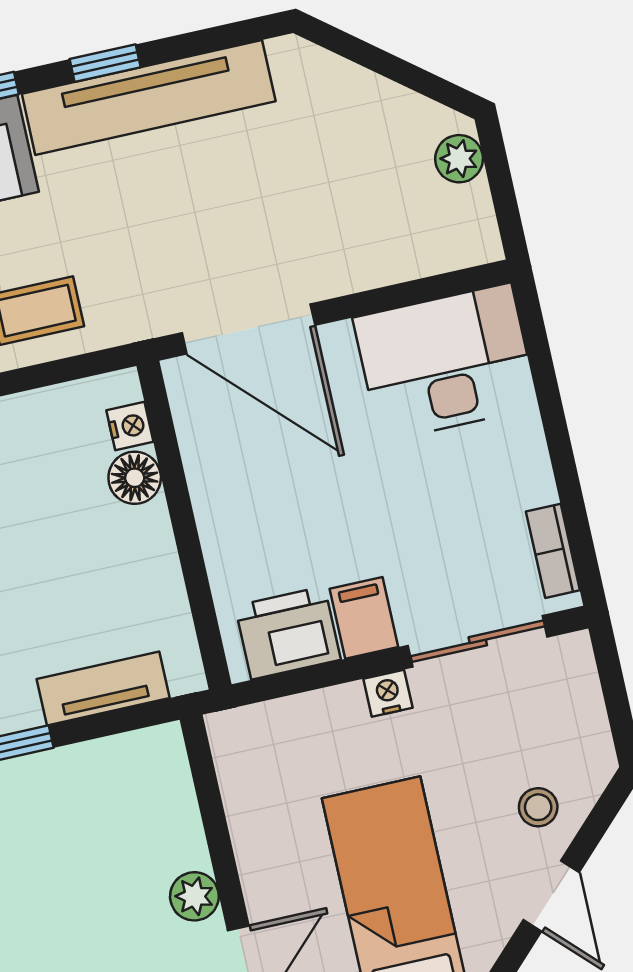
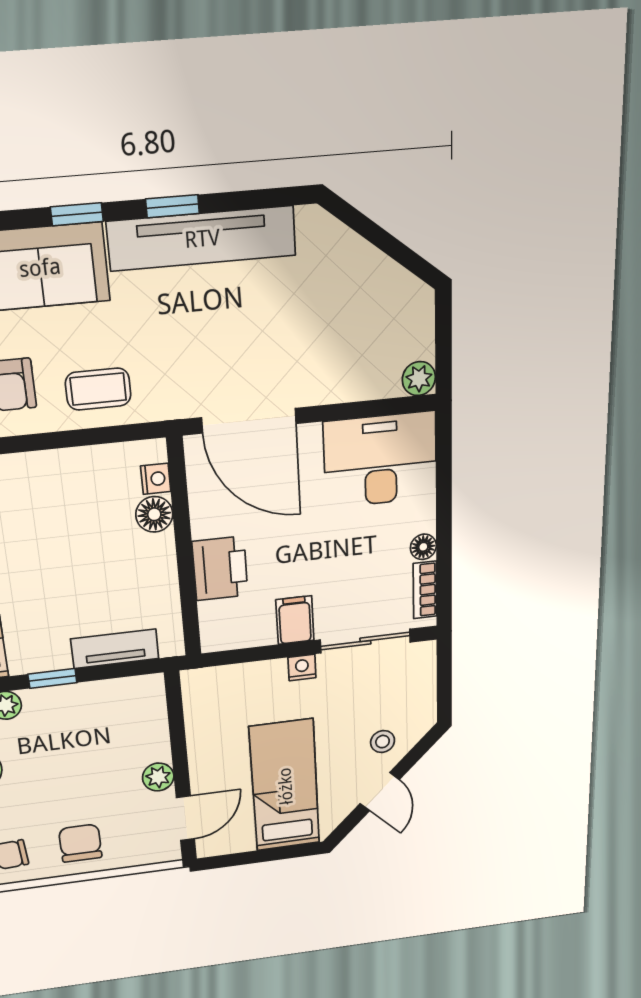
plant: (459, 159) -> (419, 379), moved
floor lamp: (536, 484) -> (423, 547), added
printer: (288, 633) -> (220, 568), moved, turned 90

